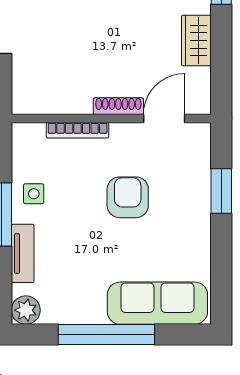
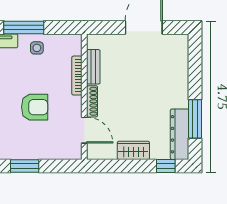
bench: (64, 104) -> (93, 67), added
window: (221, 191) -> (25, 166), moved

